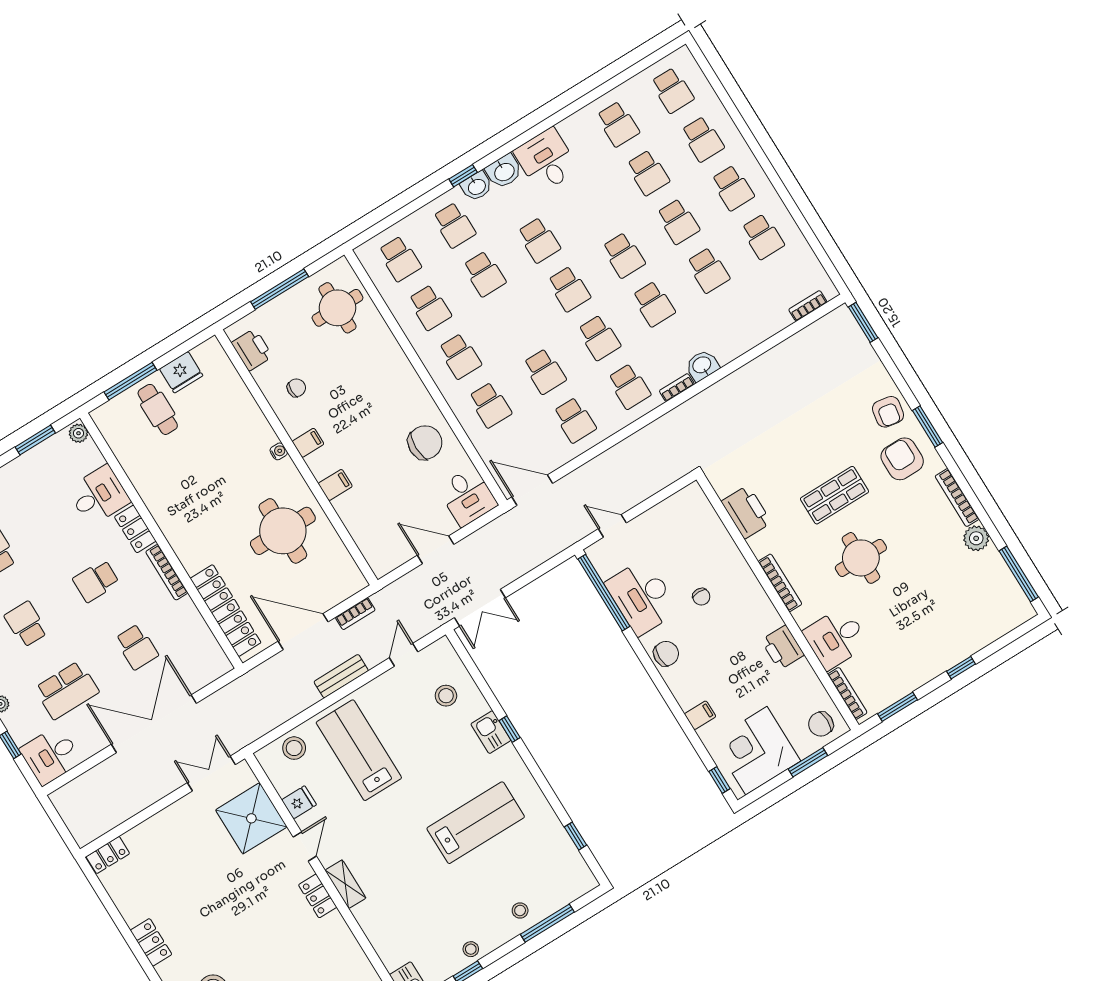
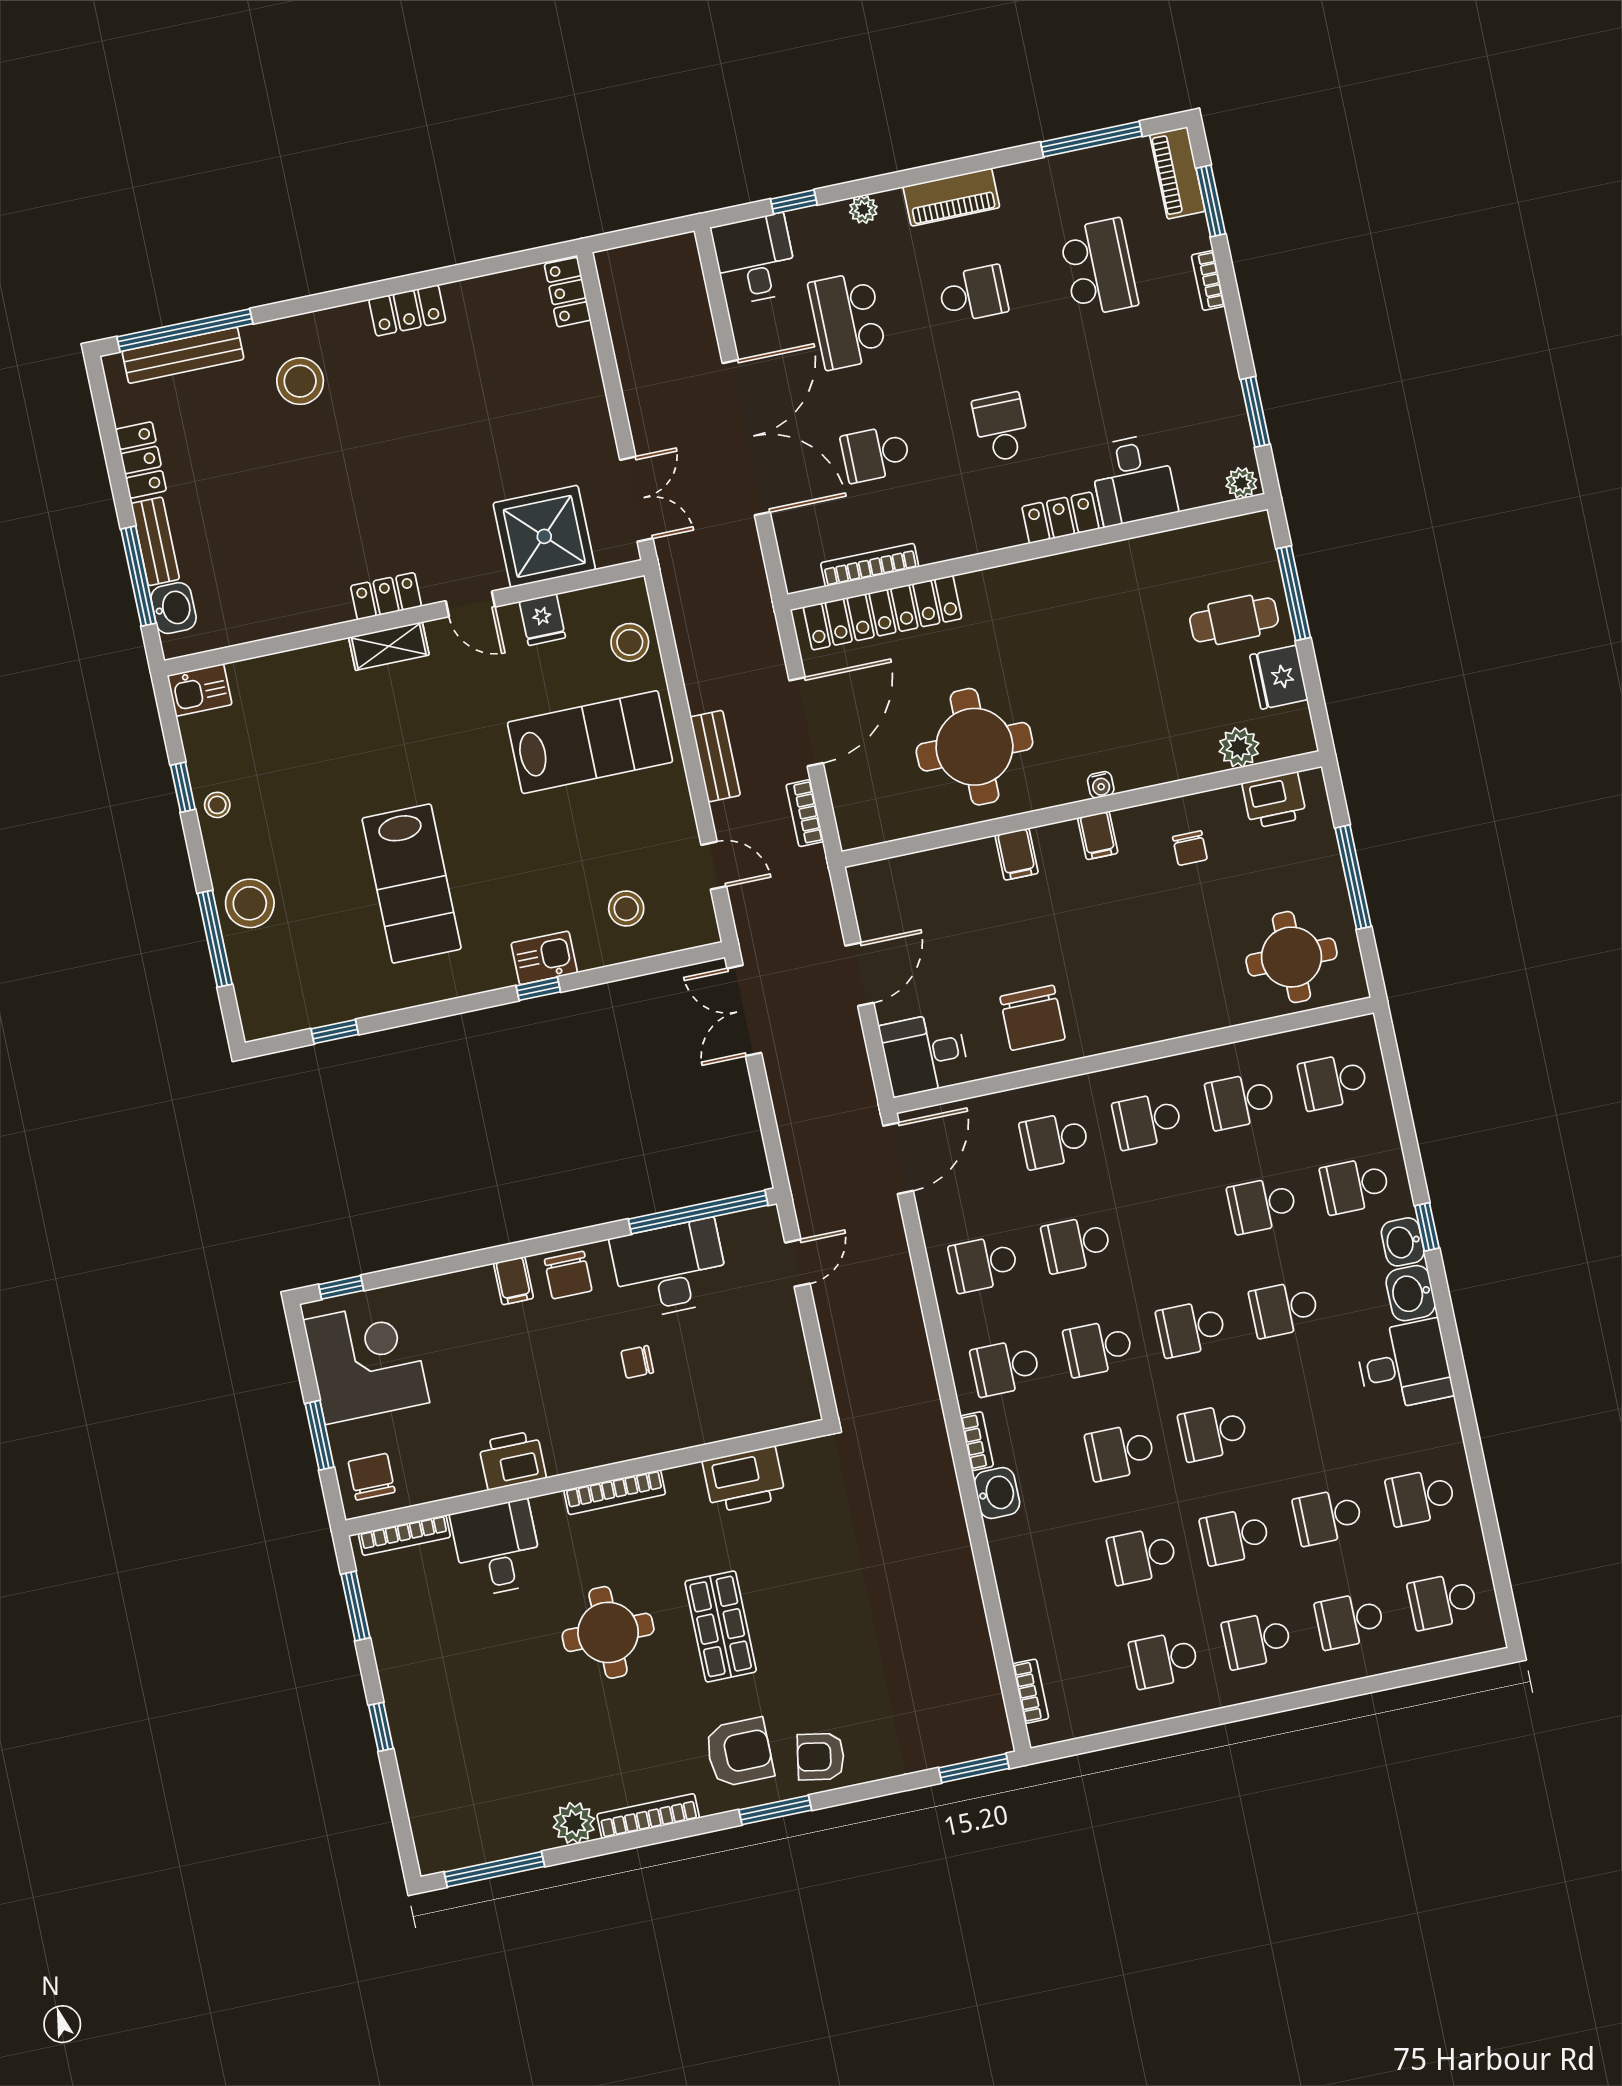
plant: (229, 381) -> (1239, 747), added
bookcase: (167, 572) -> (870, 565), moved
filing cabinet: (700, 715) -> (513, 1281), moved
stool: (520, 910) -> (250, 903), width x1.89, depth x1.89

